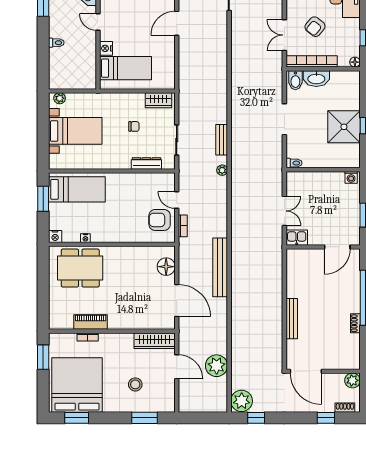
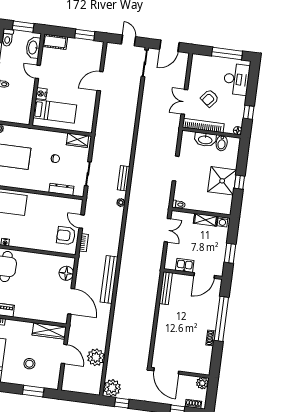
bidet: (295, 80) -> (222, 143), moved
shelving: (330, 178) -> (205, 220), added
double door: (284, 211) -> (167, 230), moved
kitchen sink: (297, 238) -> (185, 265), moved
bench: (292, 319) -> (166, 288), moved

